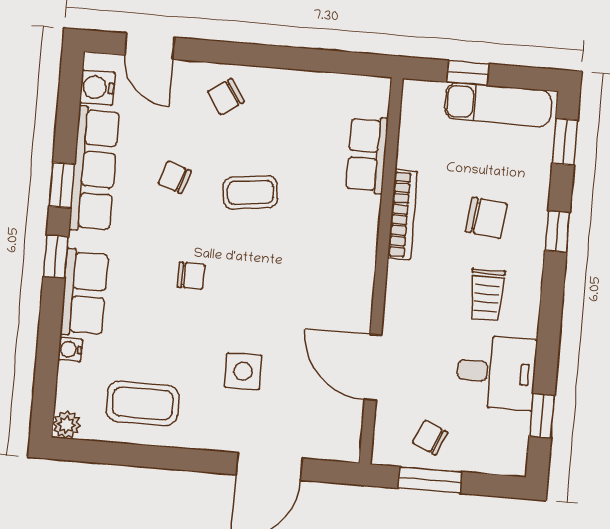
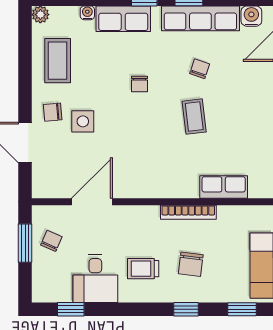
chair: (226, 97) -> (53, 112), moved, turned -61

